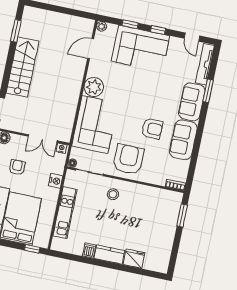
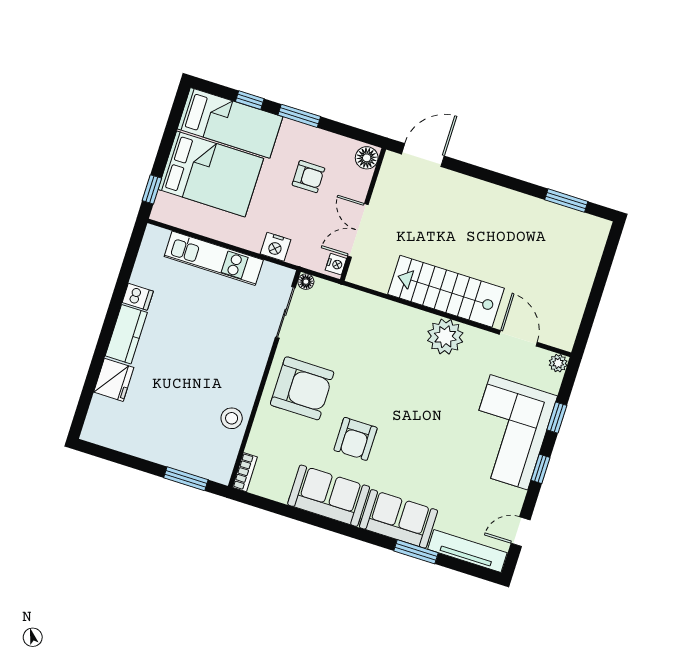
stairs: (23, 67) -> (446, 291), moved, turned 180
corner sofa: (95, 125) -> (374, 332), removed
stool: (113, 194) -> (232, 418), moved

